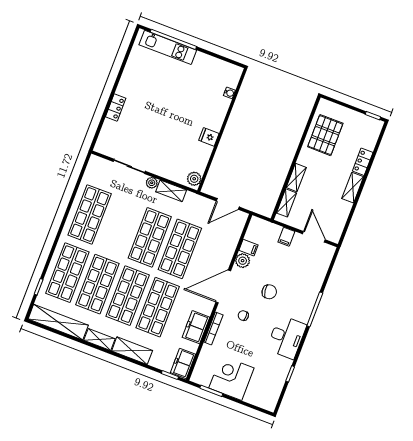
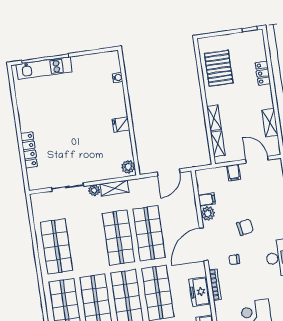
locker: (116, 108) -> (29, 150), width x1.53
shelving: (353, 188) -> (270, 123), moved

